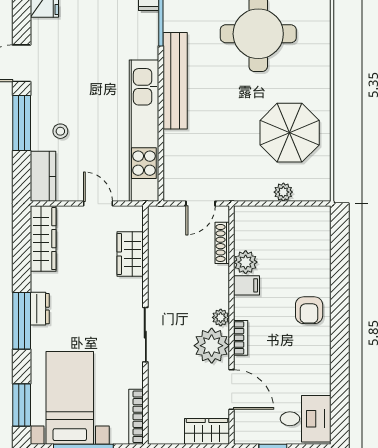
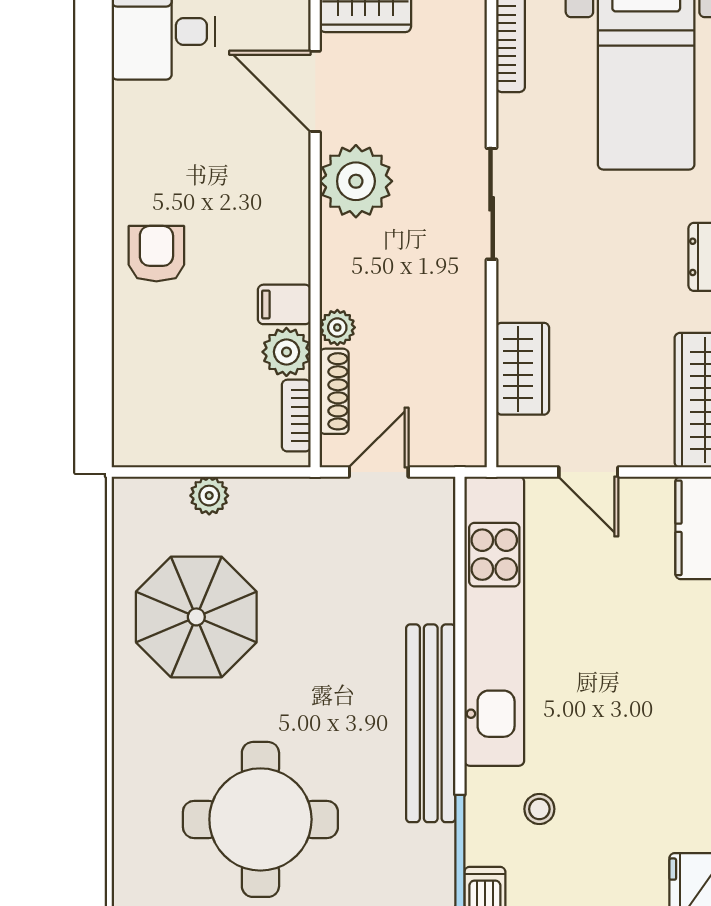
stool: (60, 131) -> (539, 809), moved
plant: (221, 317) -> (337, 327), moved
bookcase: (241, 338) -> (296, 416), moved

